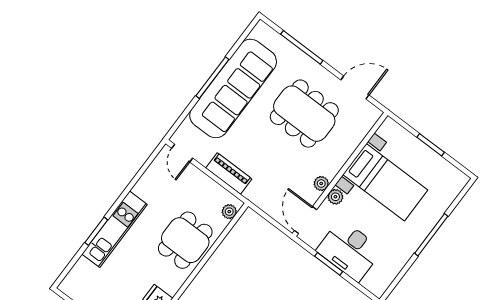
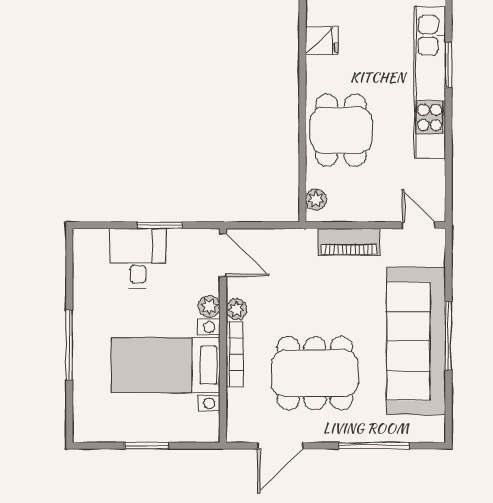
bookcase: (342, 159) -> (234, 354), added
kitchen unit: (115, 229) -> (430, 82), width x1.36
desk: (349, 250) -> (138, 258), width x0.73

